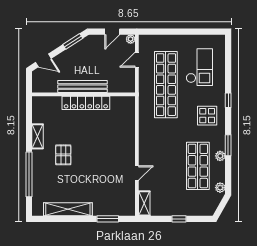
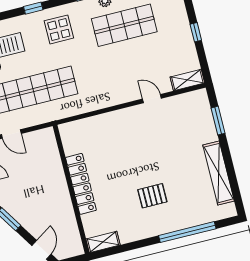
bench: (83, 87) -> (62, 193), removed
shelving: (38, 136) -> (103, 242), moved

